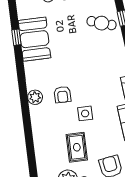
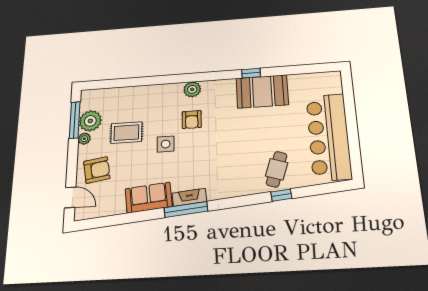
window: (16, 37) -> (251, 73), moved
armchair: (62, 95) -> (192, 120), turned -90

